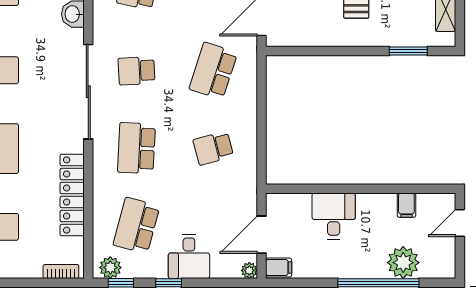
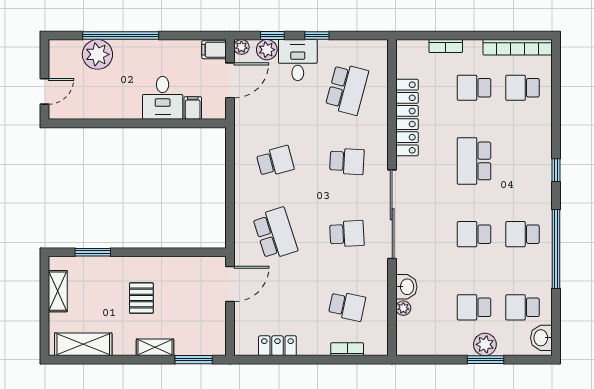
school desk: (213, 71) -> (275, 234), turned -36
school desk: (136, 148) -> (347, 161), width x0.54
filing cabinet: (406, 205) -> (193, 108), moved
plant: (110, 268) -> (267, 50), moved
bookcase: (61, 271) -> (446, 46), moved
window: (121, 283) -> (272, 35), moved

